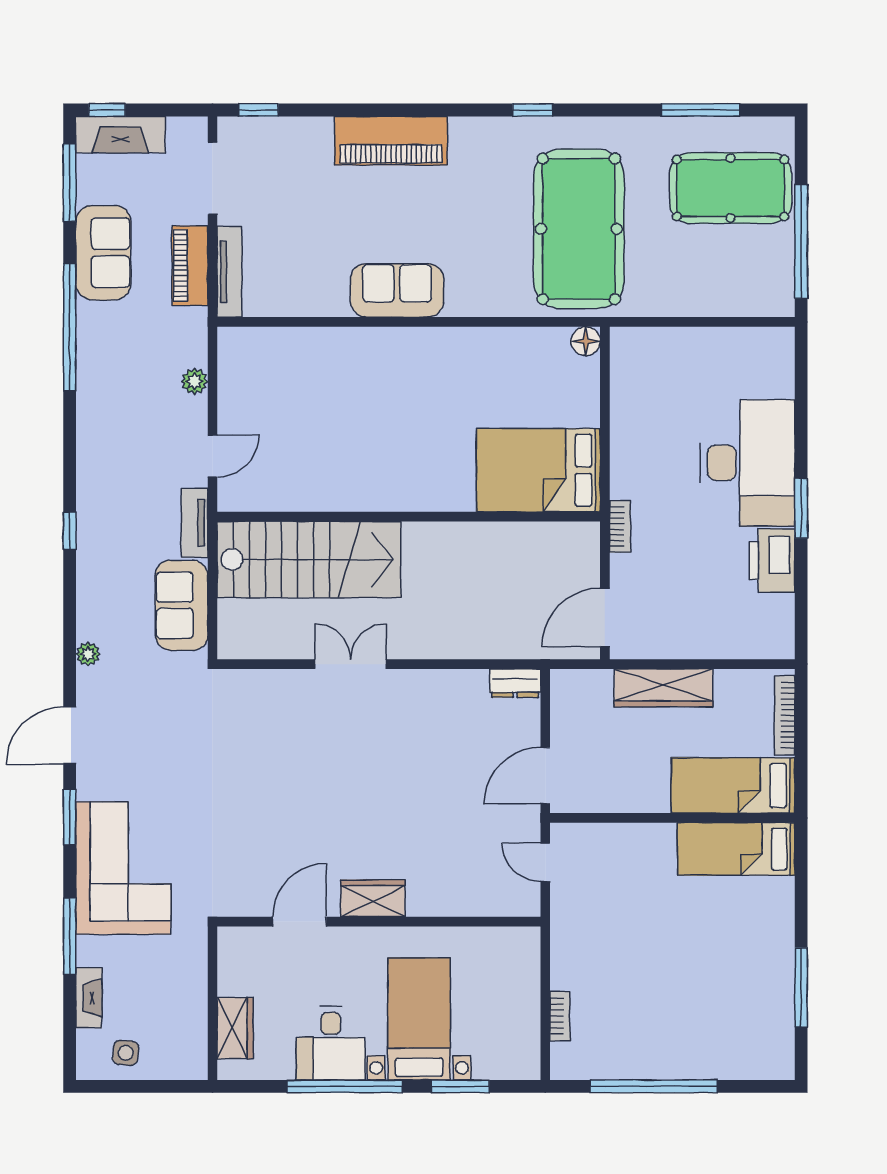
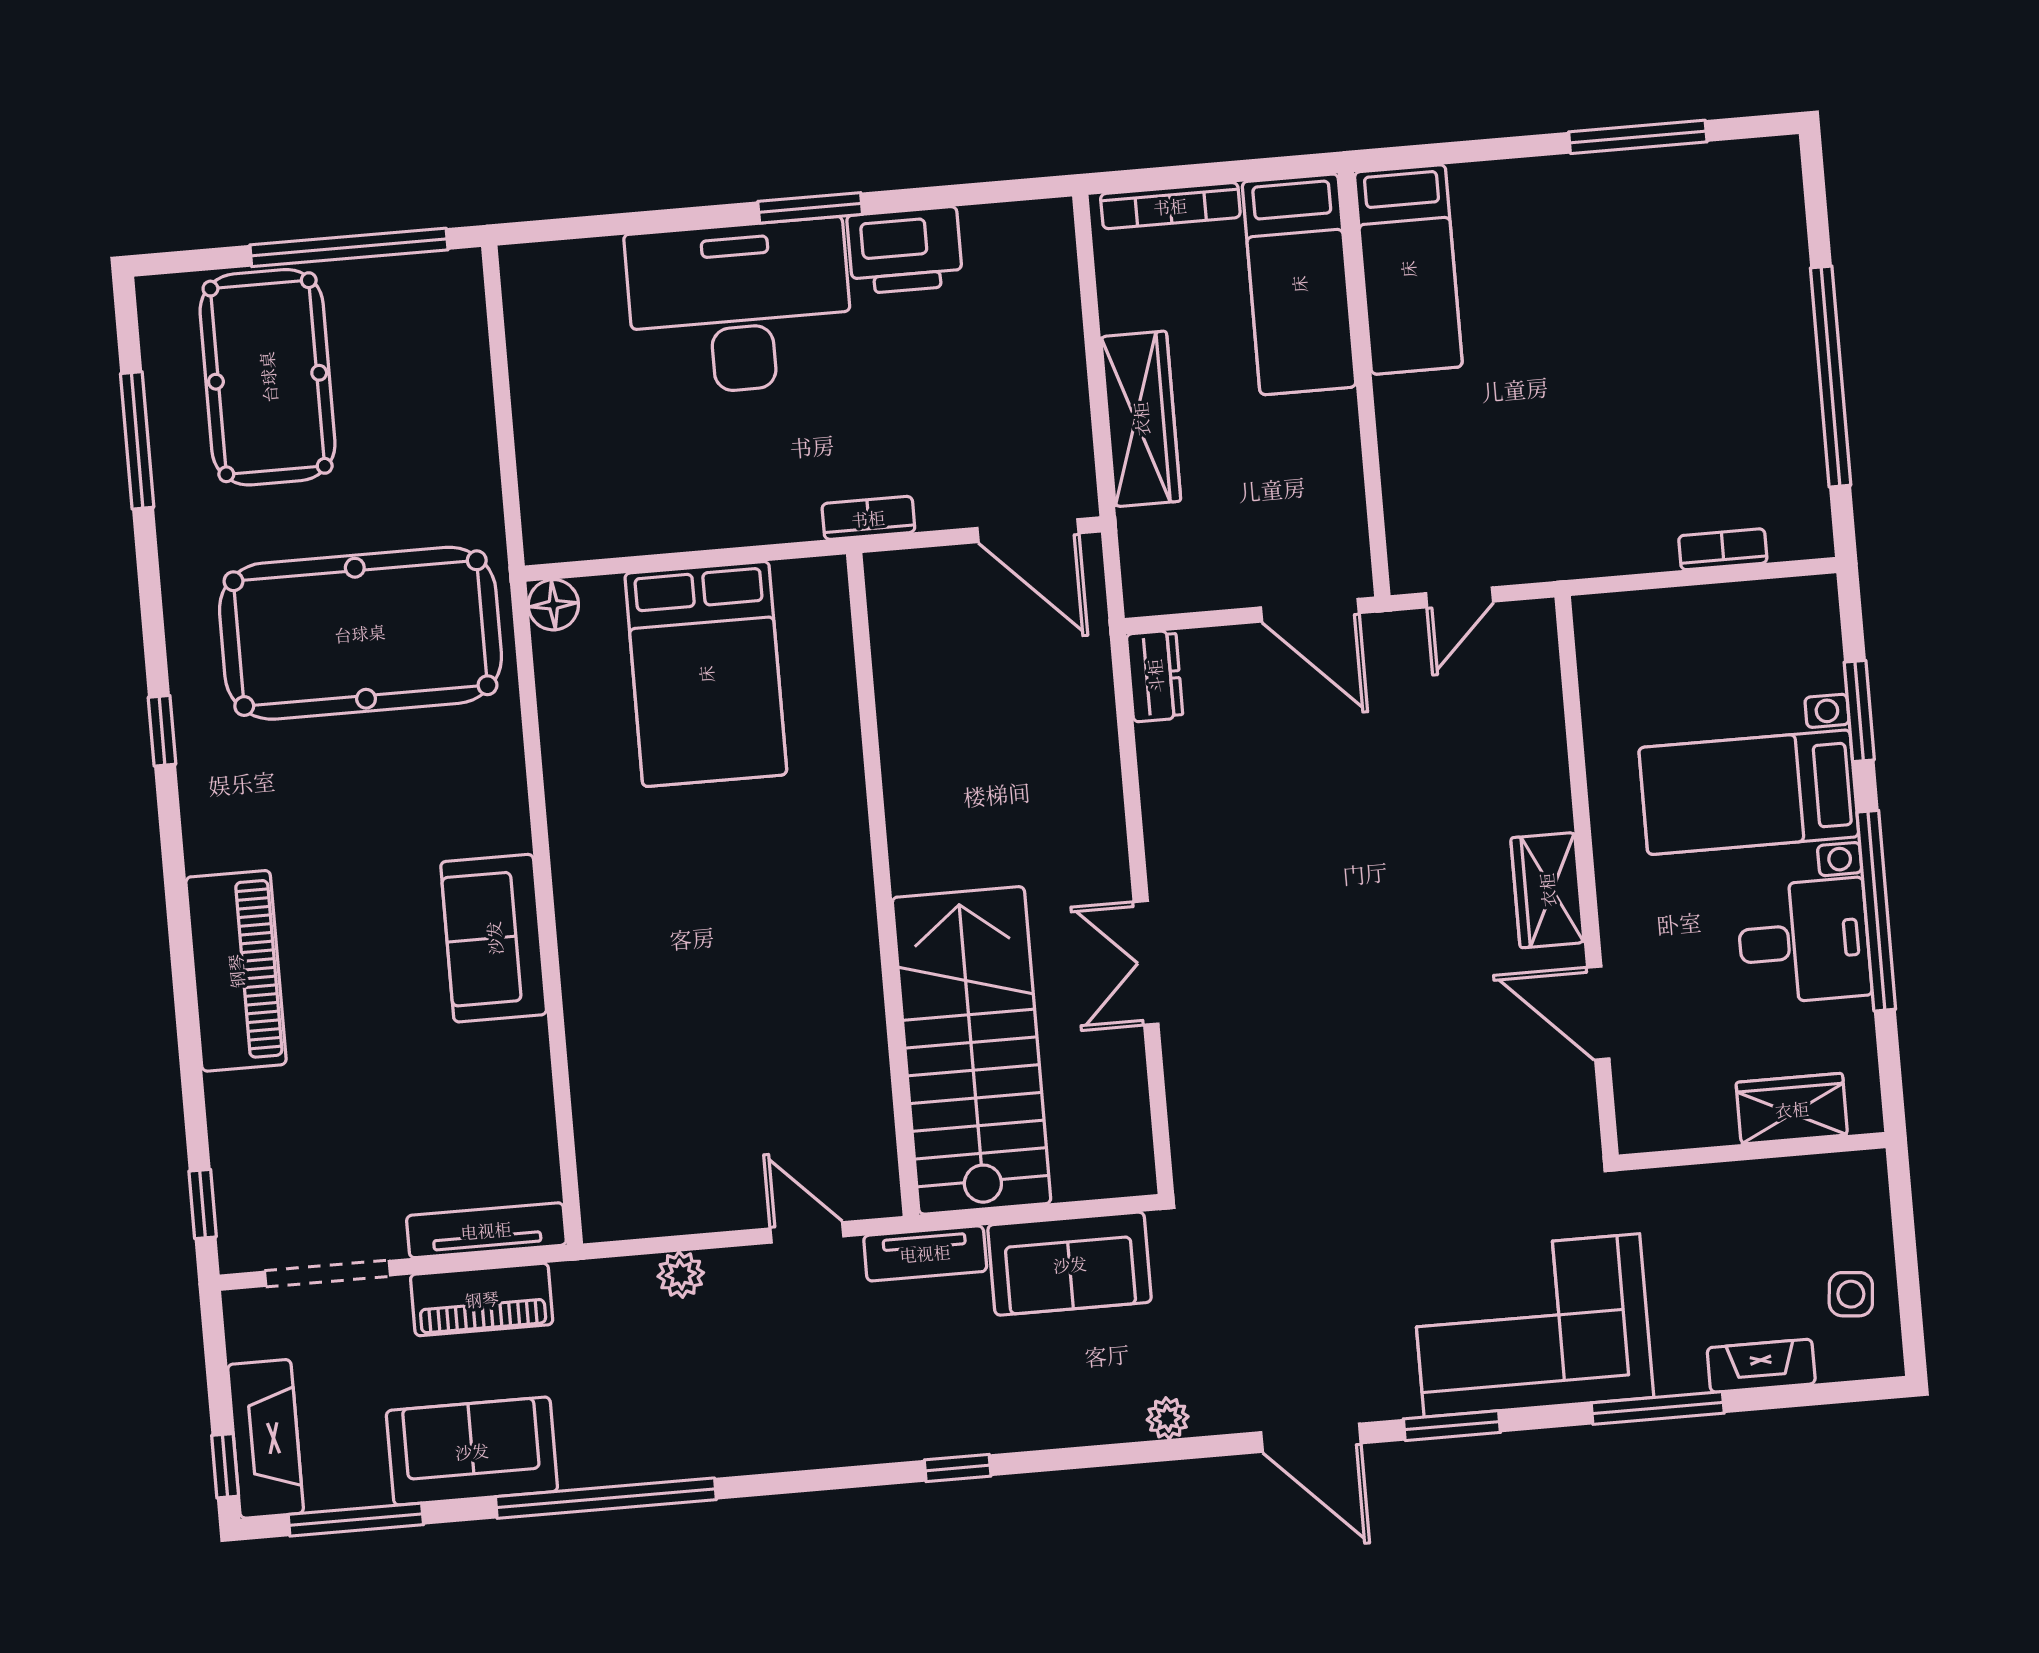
bed: (538, 470) -> (706, 674), moved

